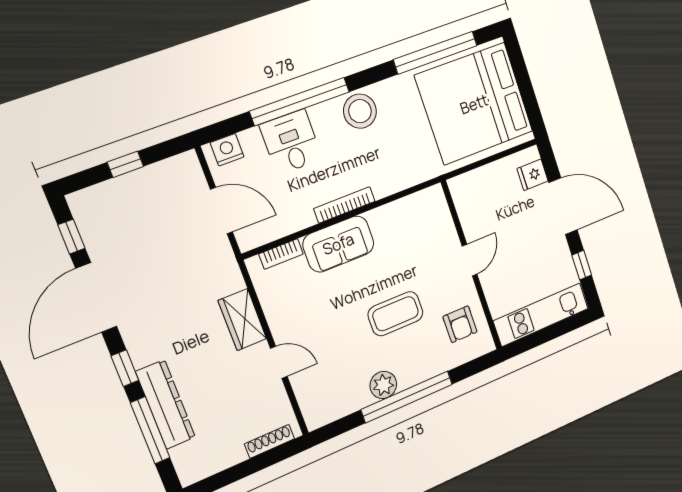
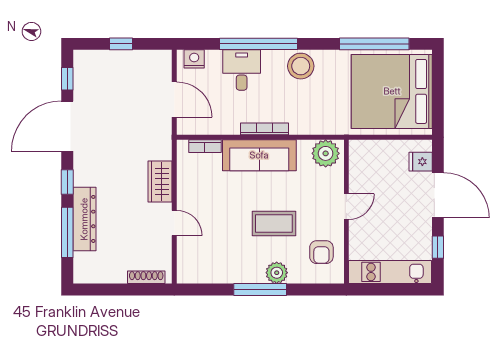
plant: (425, 207) -> (326, 153), added
sofa: (338, 244) -> (259, 155), width x1.36
plant: (383, 385) -> (277, 273), moved
window: (407, 397) -> (260, 289), width x0.68

